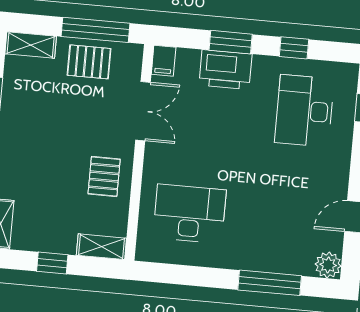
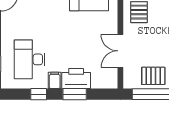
filing cabinet: (164, 61) -> (55, 80), moved
desk: (304, 111) -> (30, 59), turned 180

